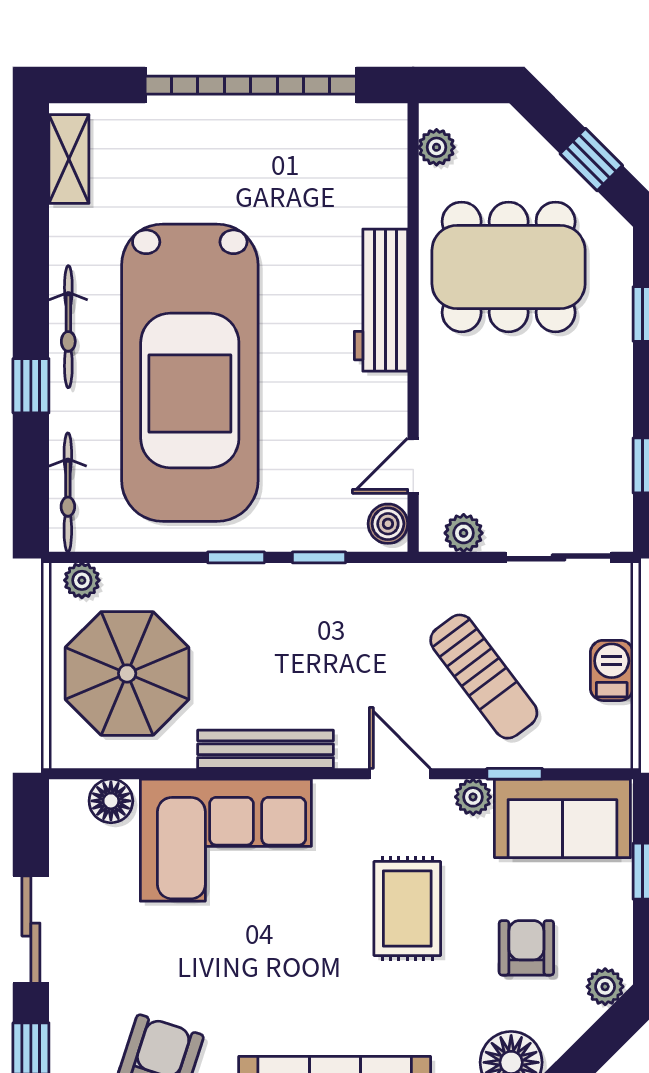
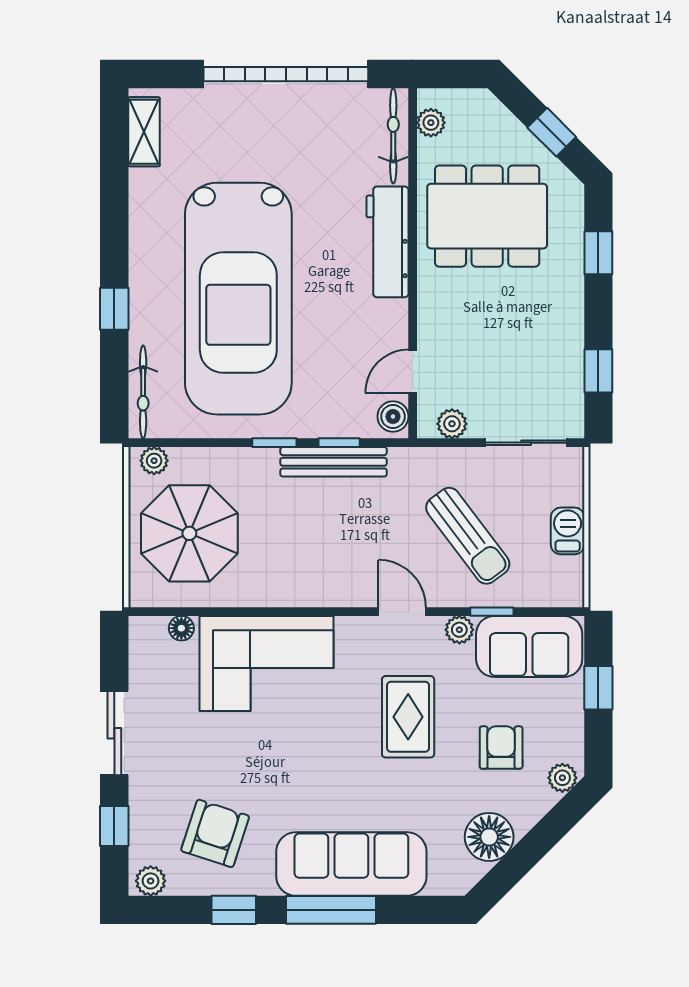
bicycle: (68, 327) -> (393, 136), moved, turned 180
bench: (266, 749) -> (334, 462), moved
floor lamp: (111, 801) -> (181, 628), width x0.73, depth x0.73

